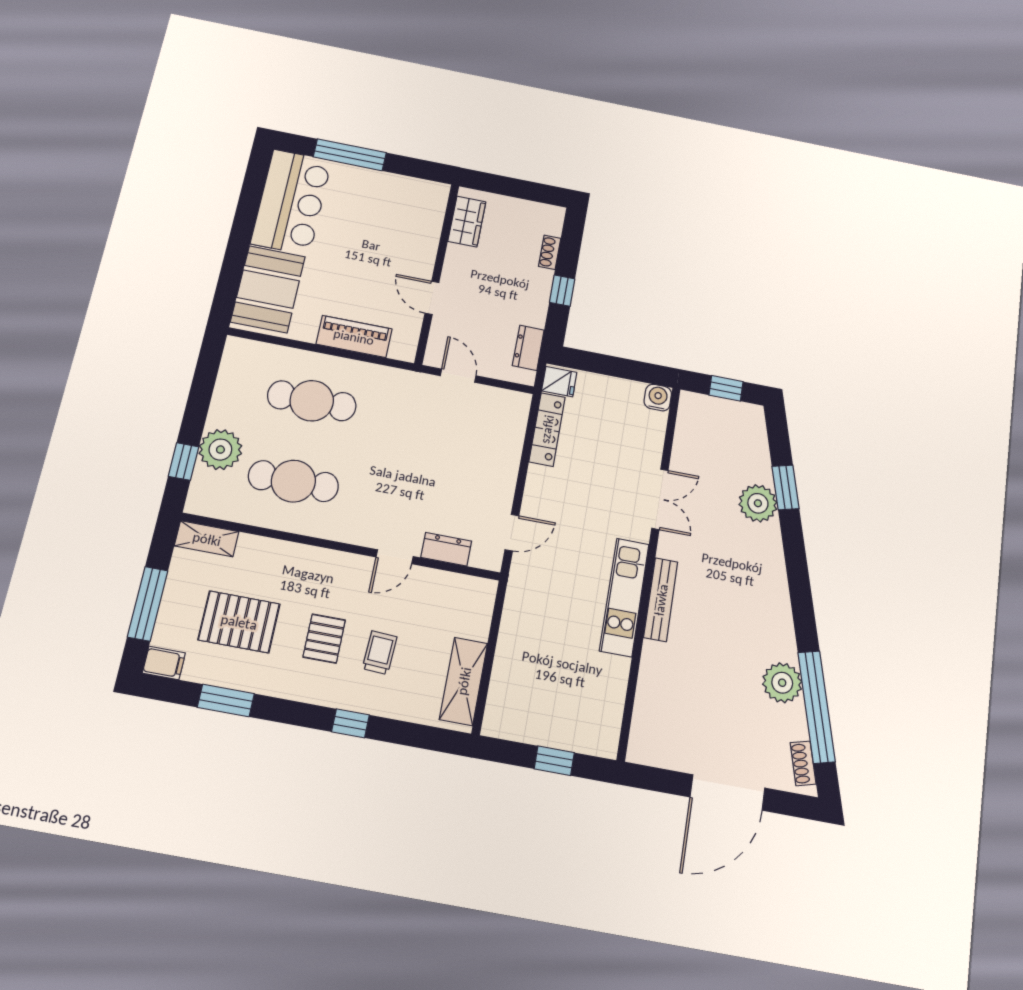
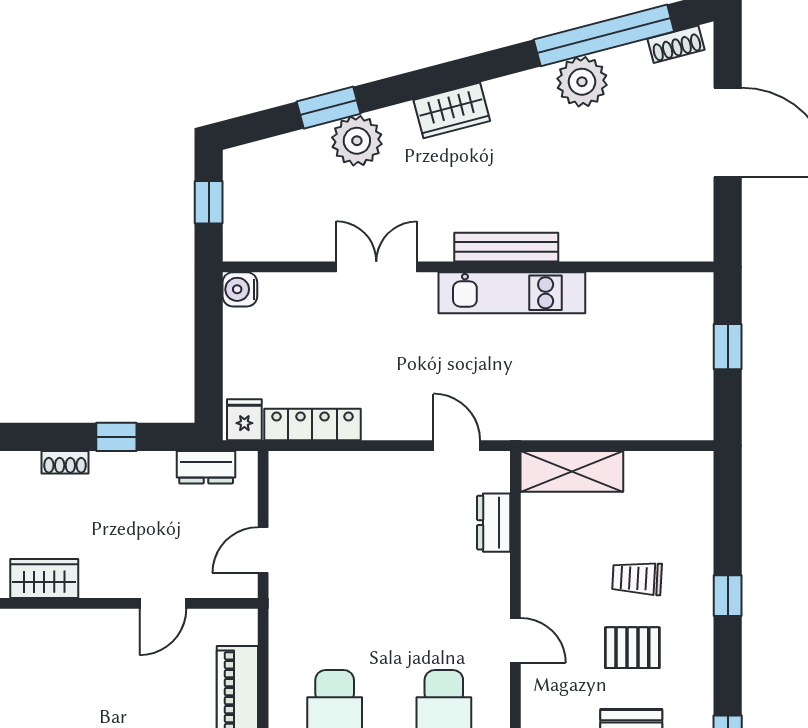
door: (395, 557) -> (515, 640), moved
wardrobe: (772, 578) -> (452, 110), added
shelving: (464, 681) -> (572, 471), moved

